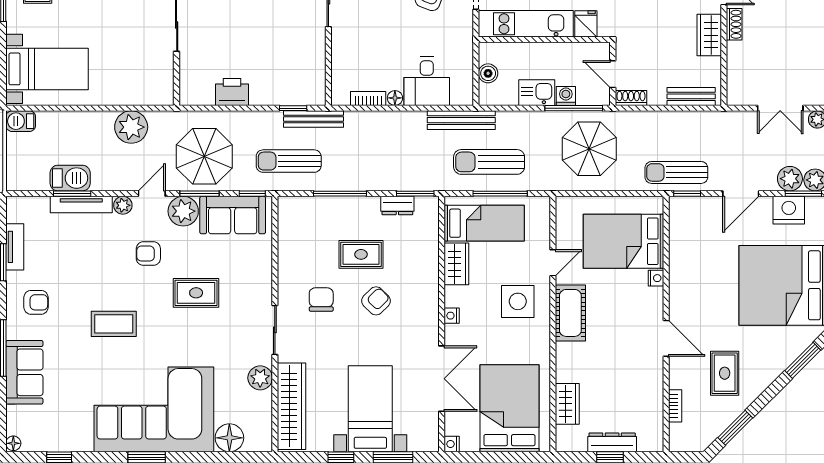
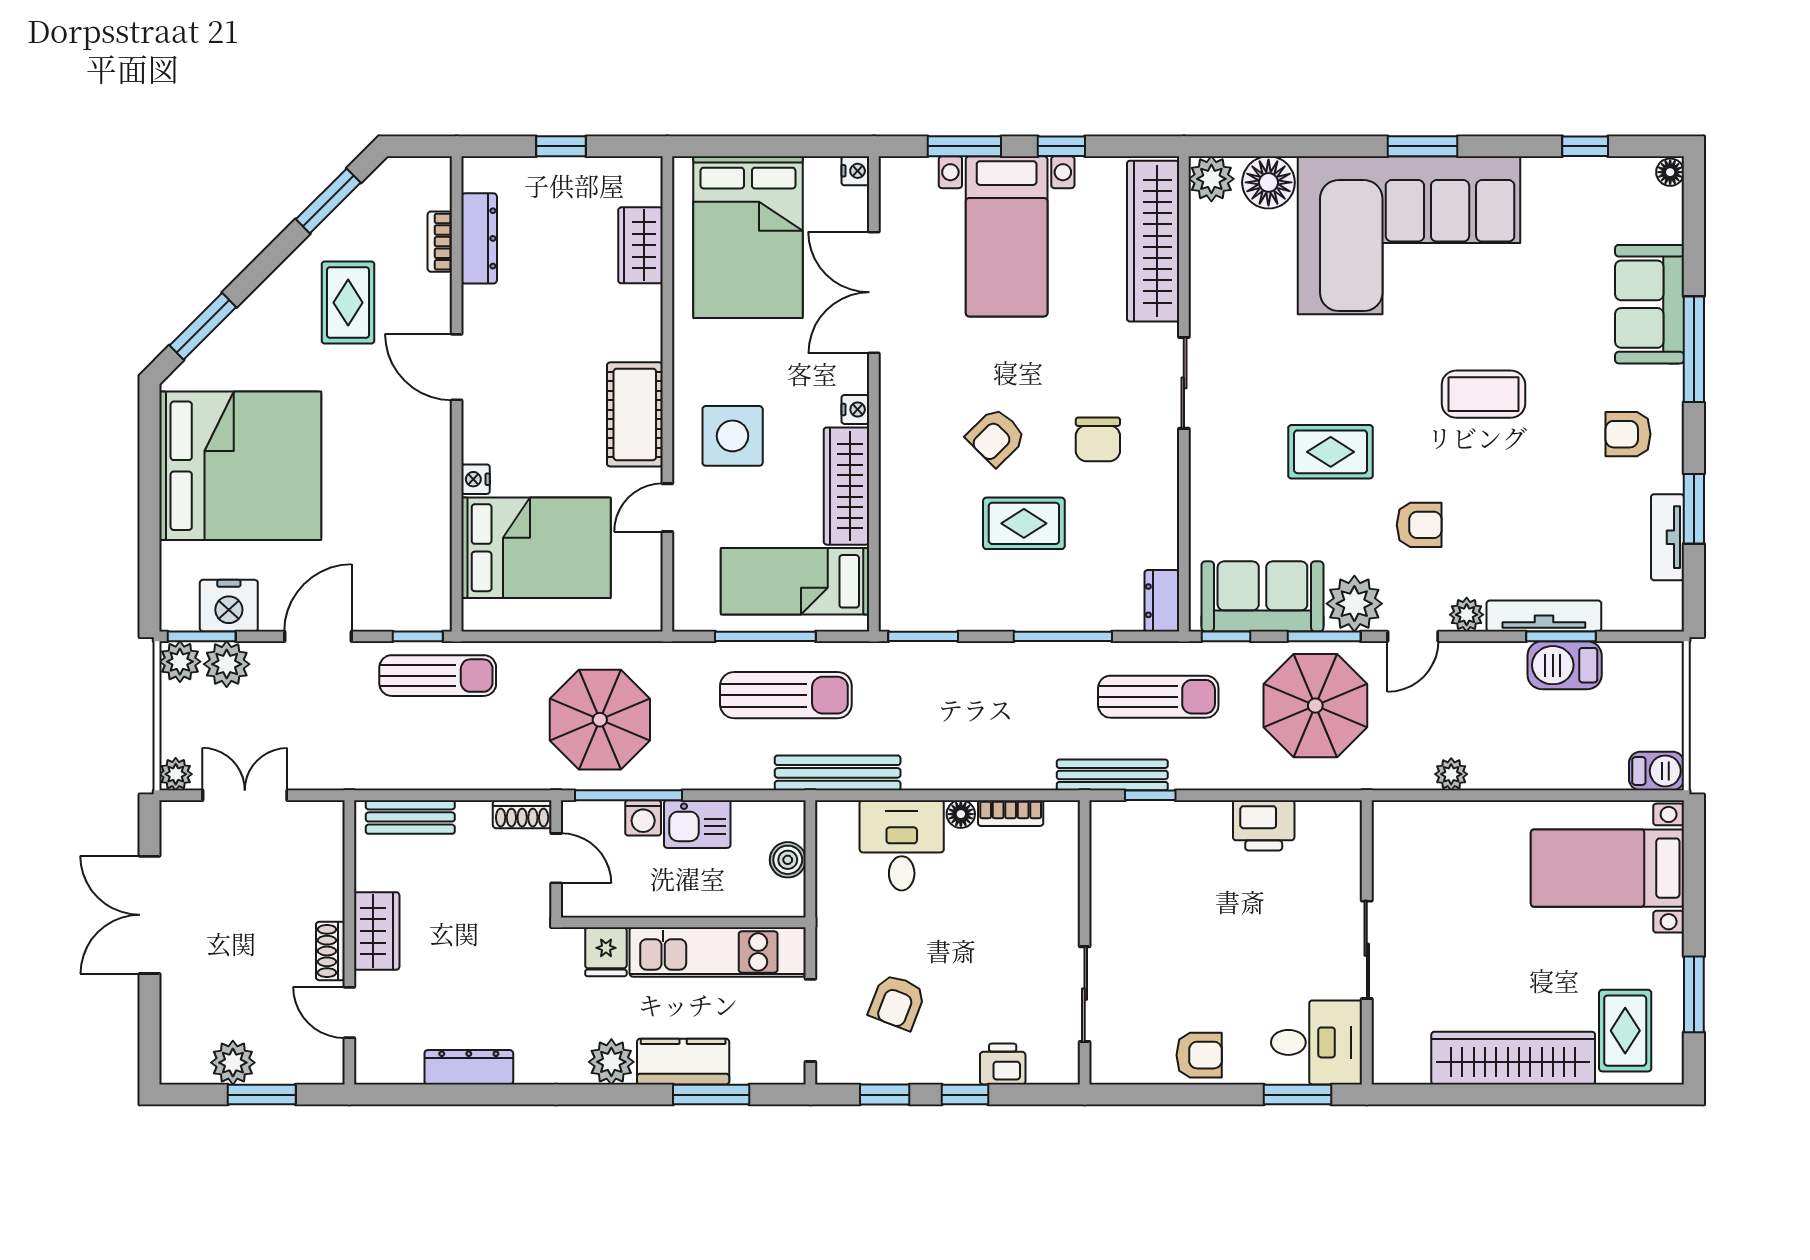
plant: (131, 127) -> (1451, 774), width x0.53, depth x0.53
dresser: (397, 205) -> (1162, 601), moved, turned -90
wardrobe: (456, 264) -> (846, 486), width x1.50
plant: (260, 378) -> (1211, 179), moved
dresser: (612, 442) -> (479, 238), moved, turned -90

